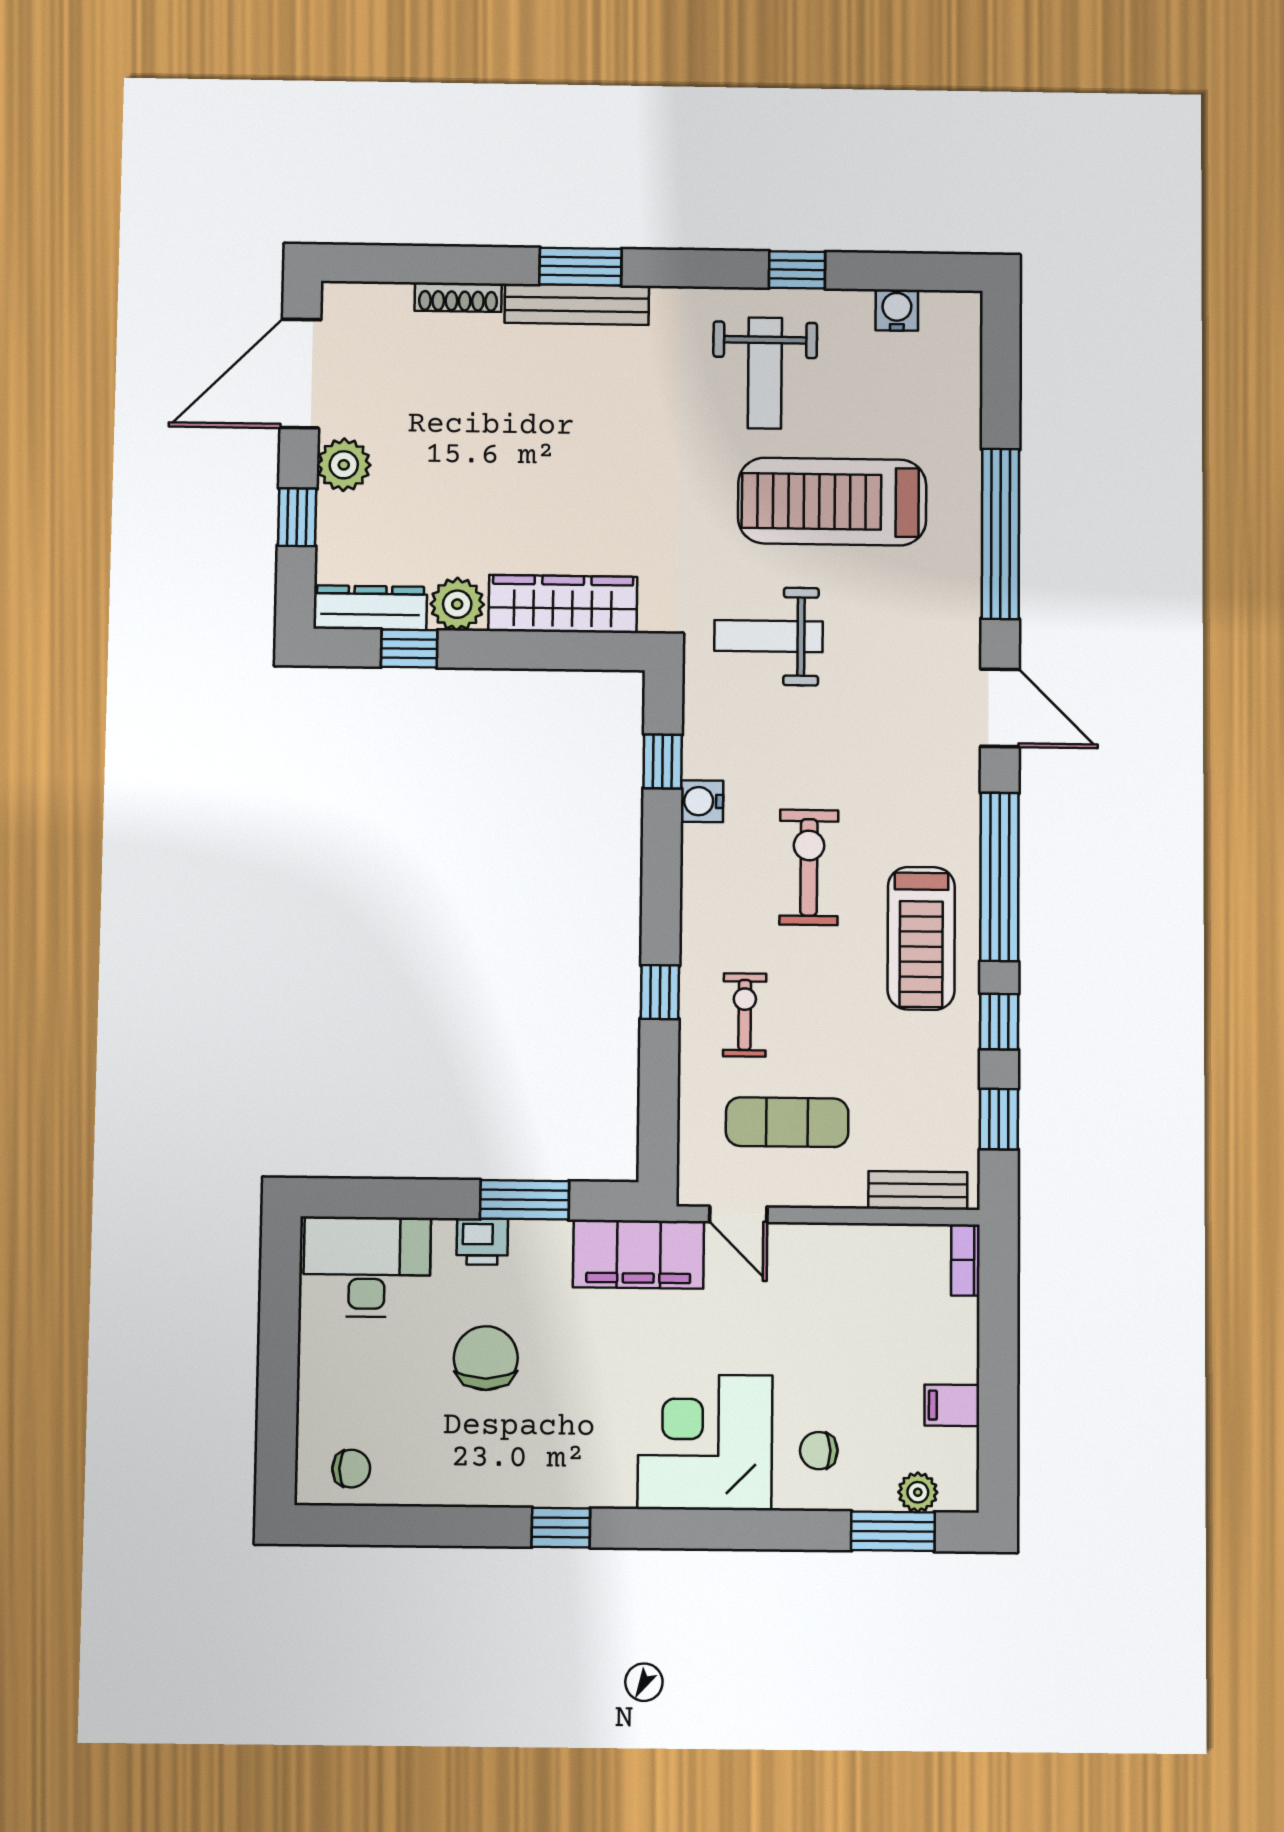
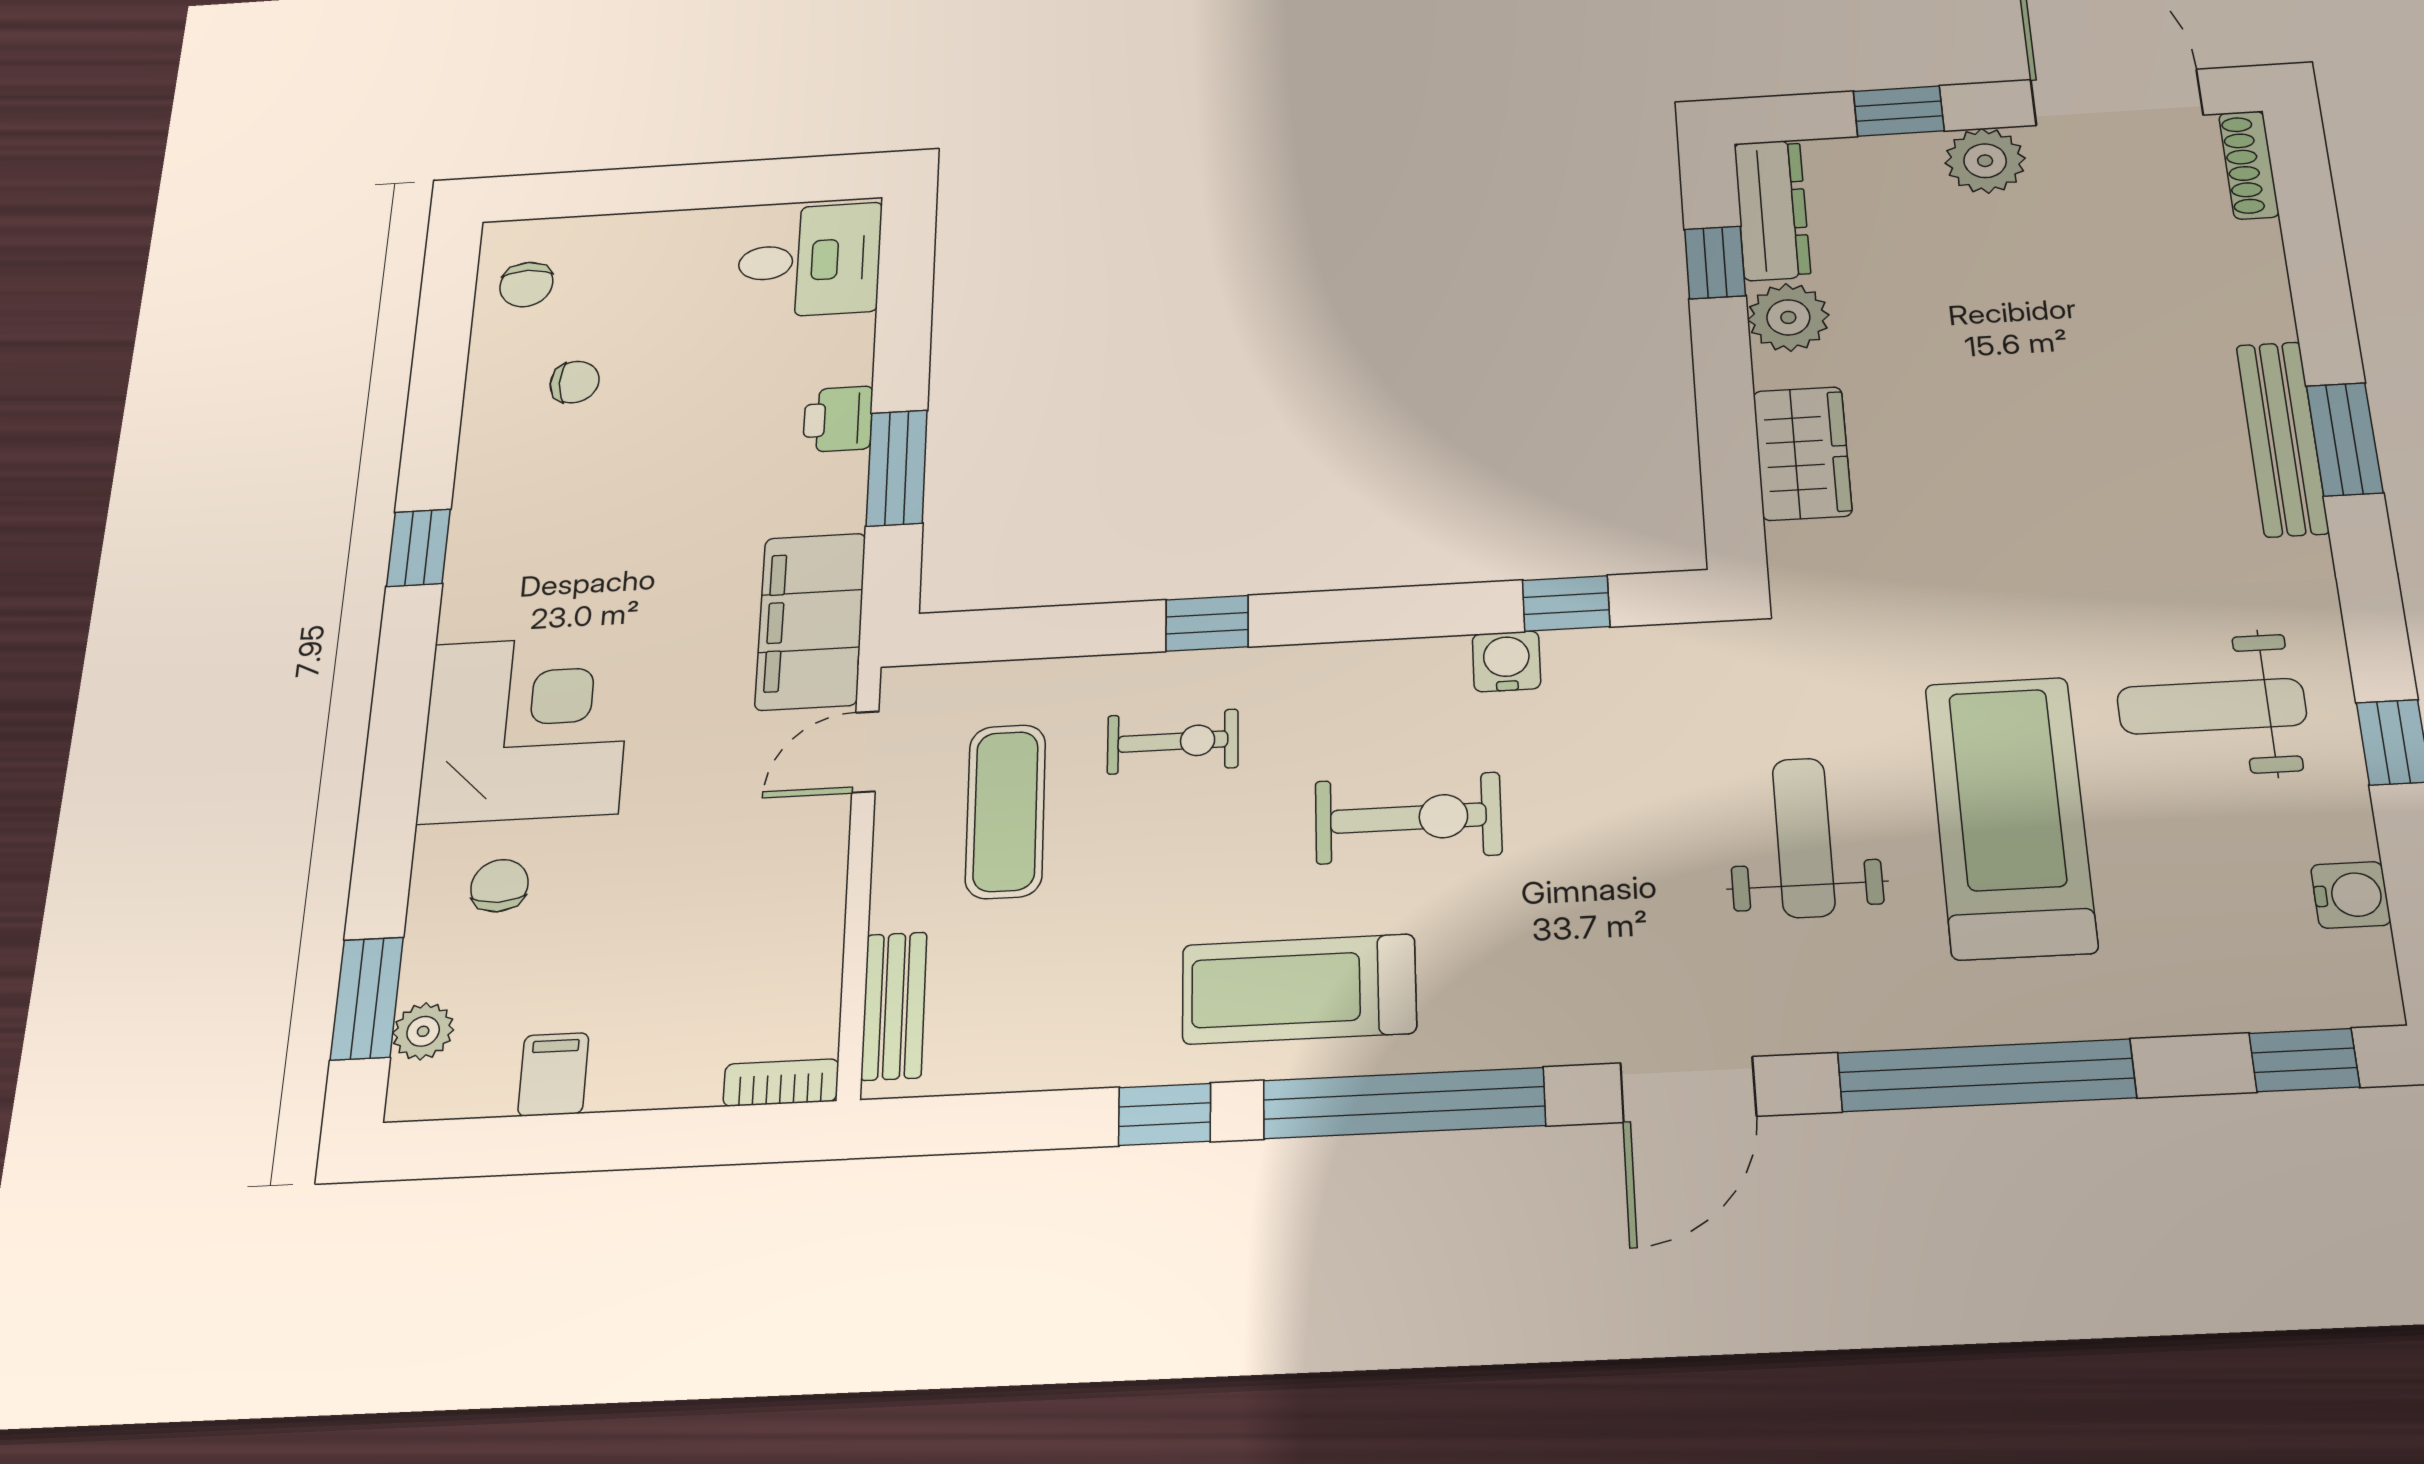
shoe rack: (458, 297) -> (2249, 165), moved
wardrobe: (563, 604) -> (1802, 453), width x0.67
weight bench: (769, 636) -> (1804, 837), moved
window: (999, 1119) -> (2304, 1060), moved
desk: (367, 1267) -> (809, 261), width x0.73
chair: (486, 1358) -> (575, 382), moved, width x0.54, depth x0.54

